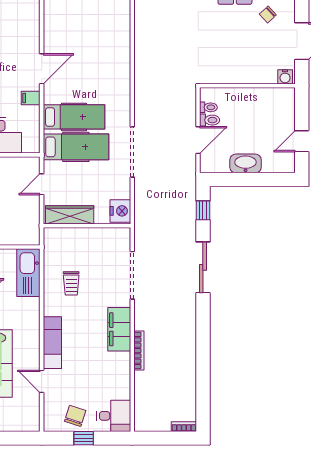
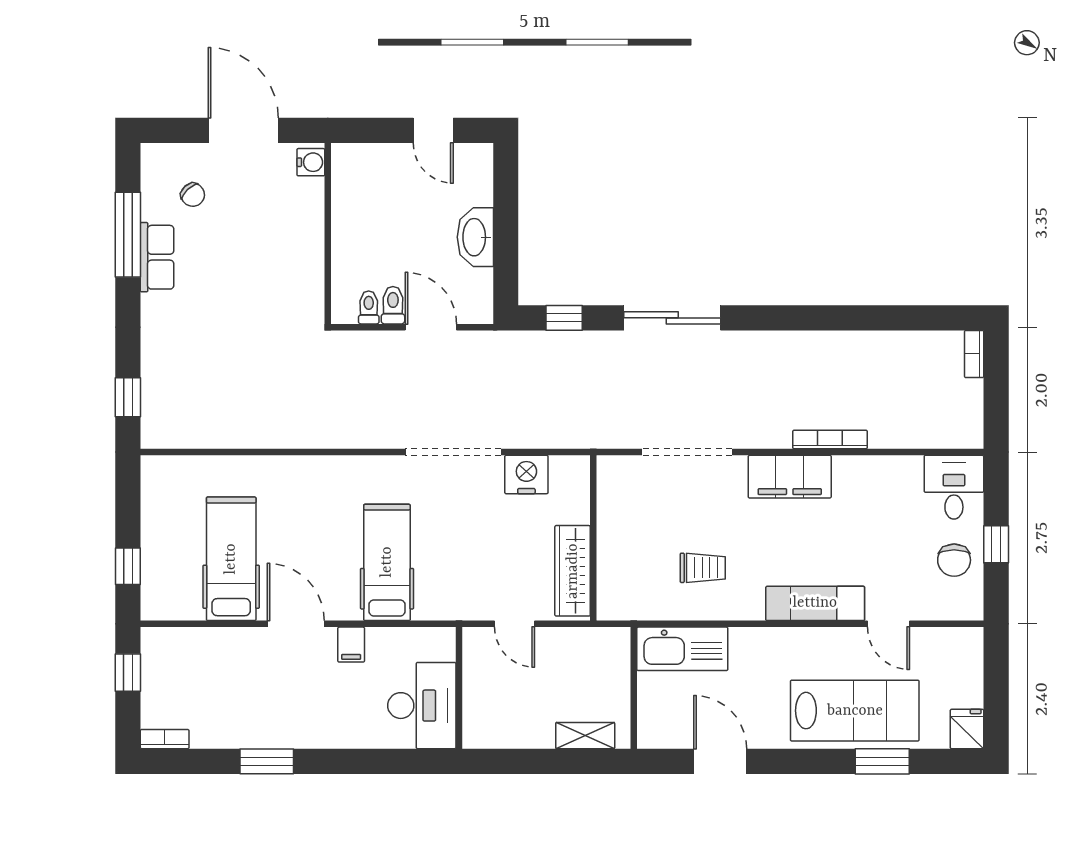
hospital bed: (76, 147) -> (231, 559), moved
nightstand: (120, 211) -> (526, 475), moved
door: (42, 381) -> (888, 624), hinge flipped
chair: (75, 416) -> (954, 560), turned -108

